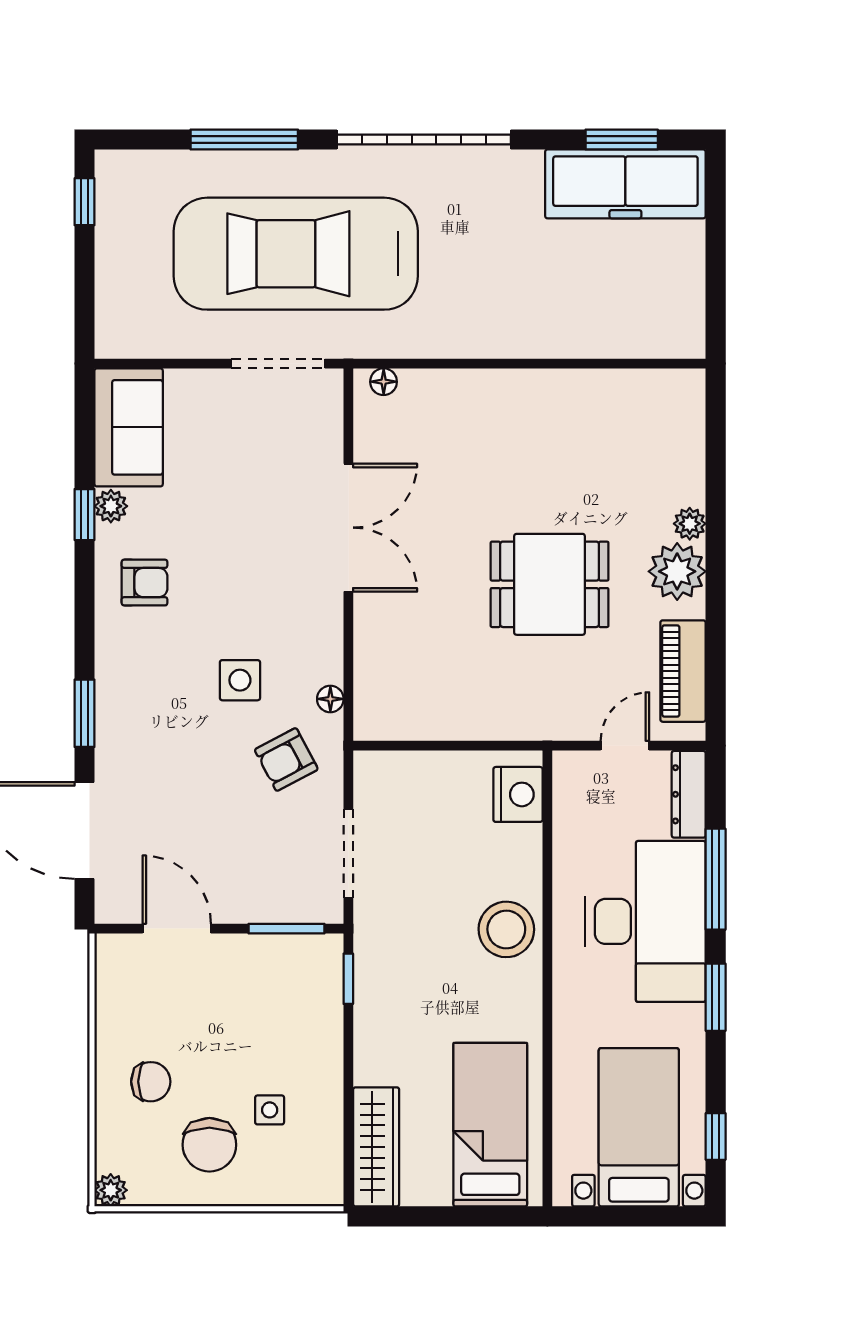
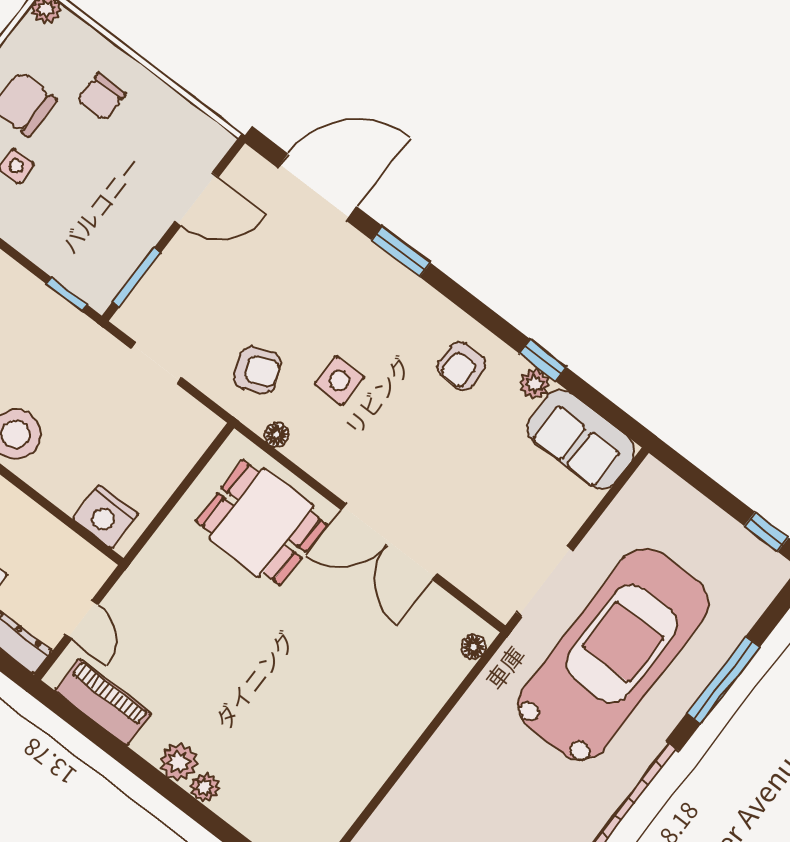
plant: (677, 571) -> (179, 762), width x0.73, depth x0.73
dining table: (550, 584) -> (261, 523), moved, turned 90
armchair: (286, 760) -> (257, 370), turned 94
doorway: (348, 853) -> (156, 363), width x0.73

